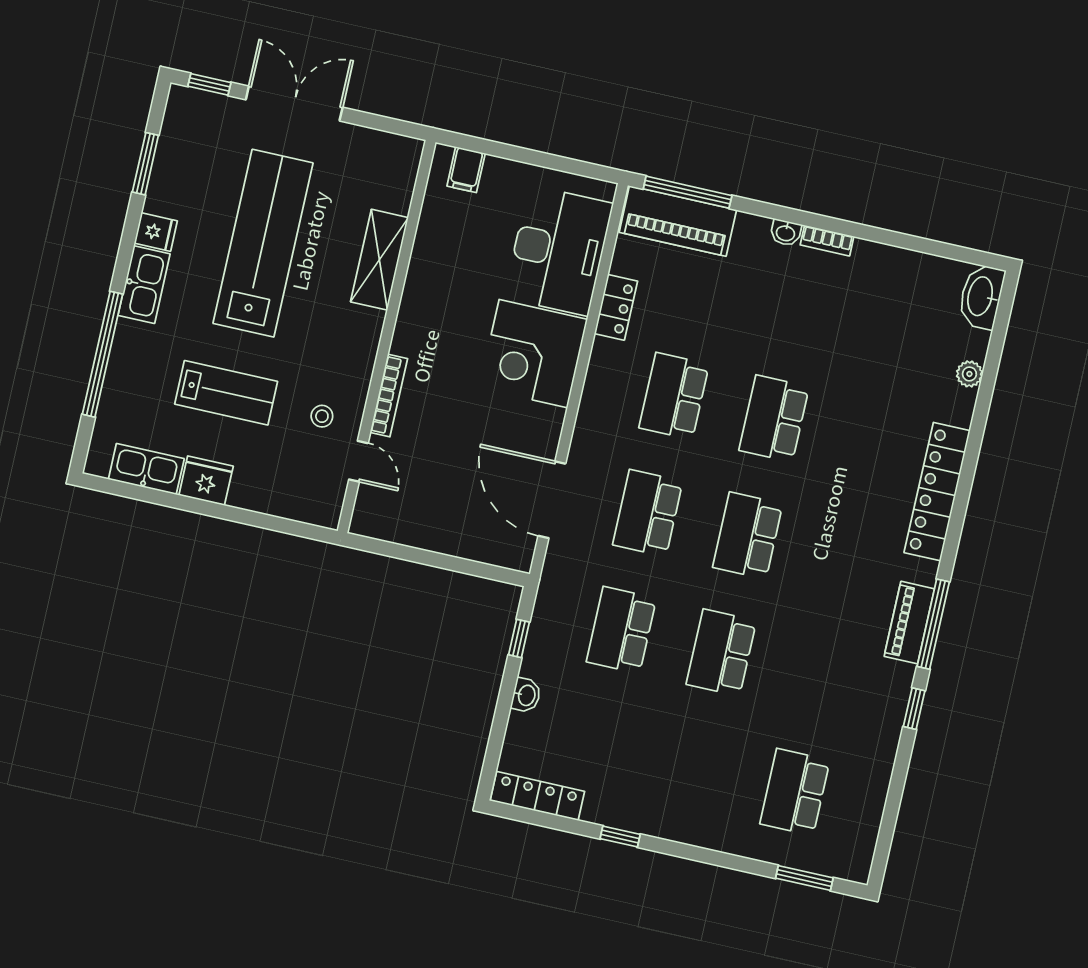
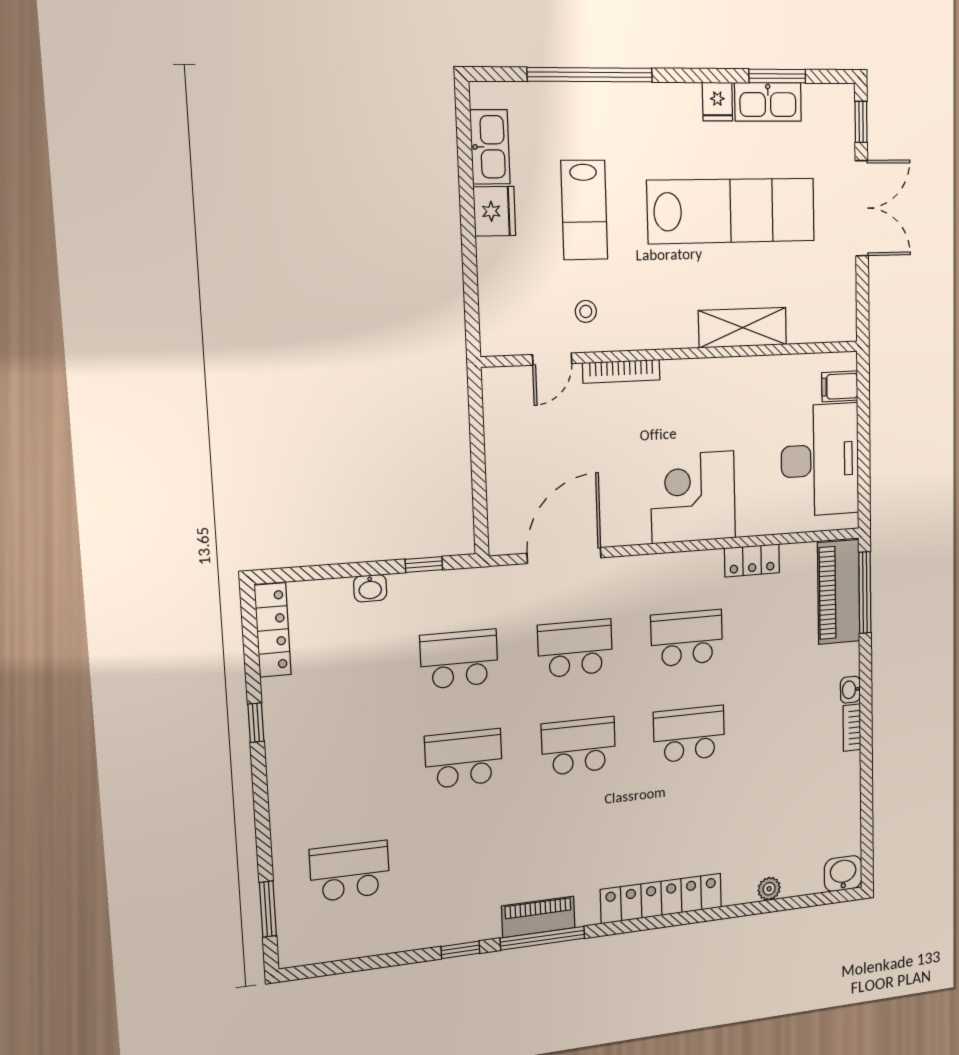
desk: (559, 251) -> (820, 460), moved, turned -90
kitchen sink: (144, 285) -> (768, 102), moved
washbasin: (981, 296) -> (843, 874), width x0.72

